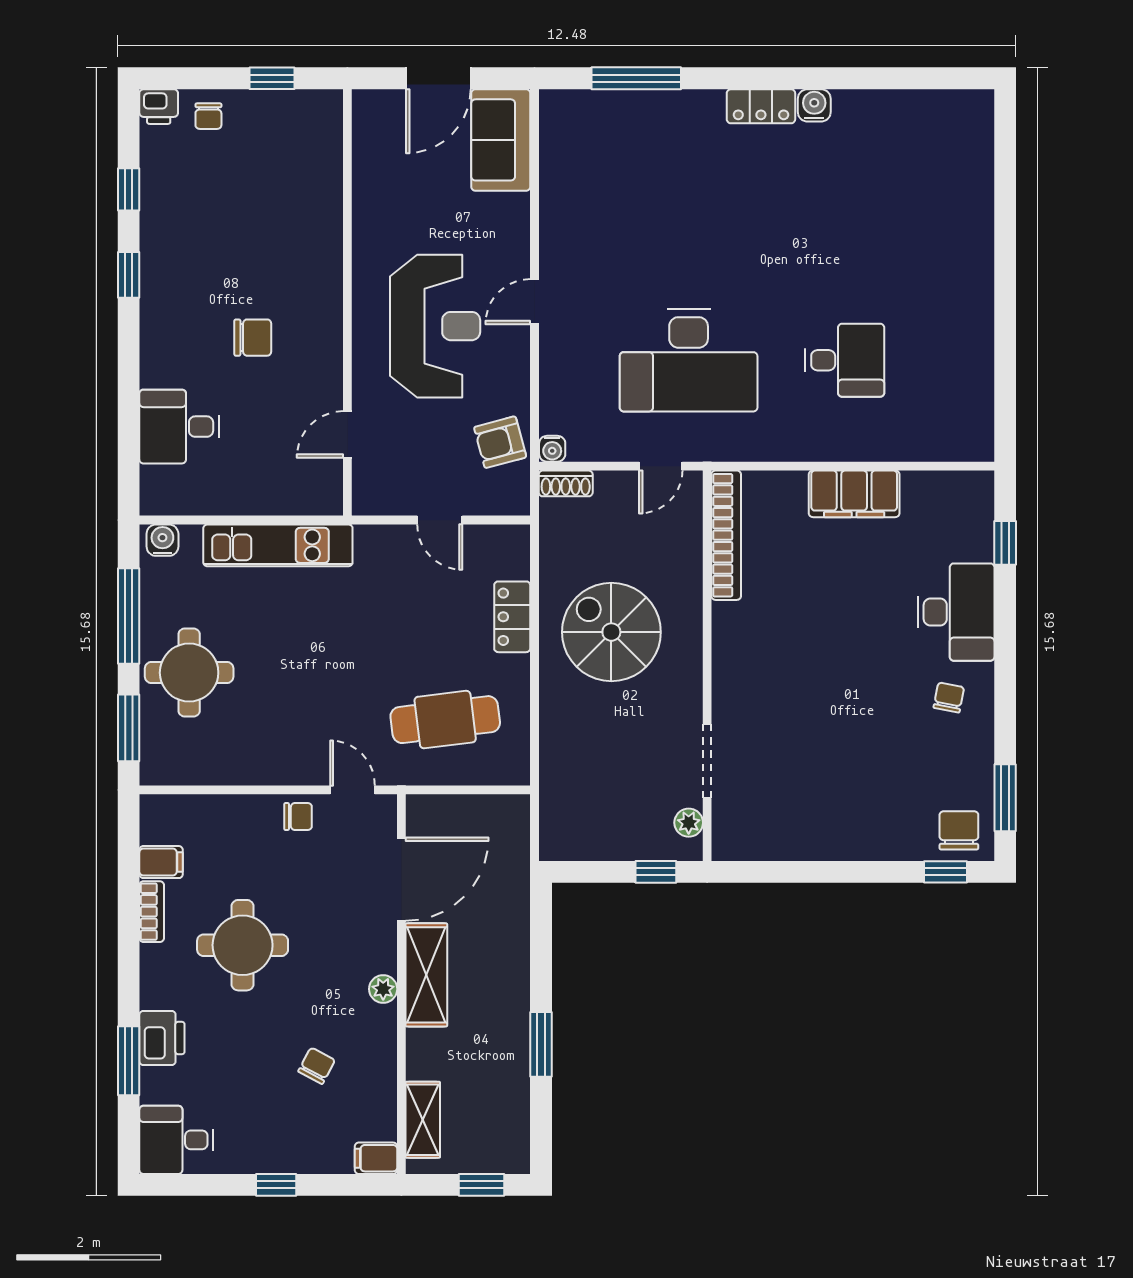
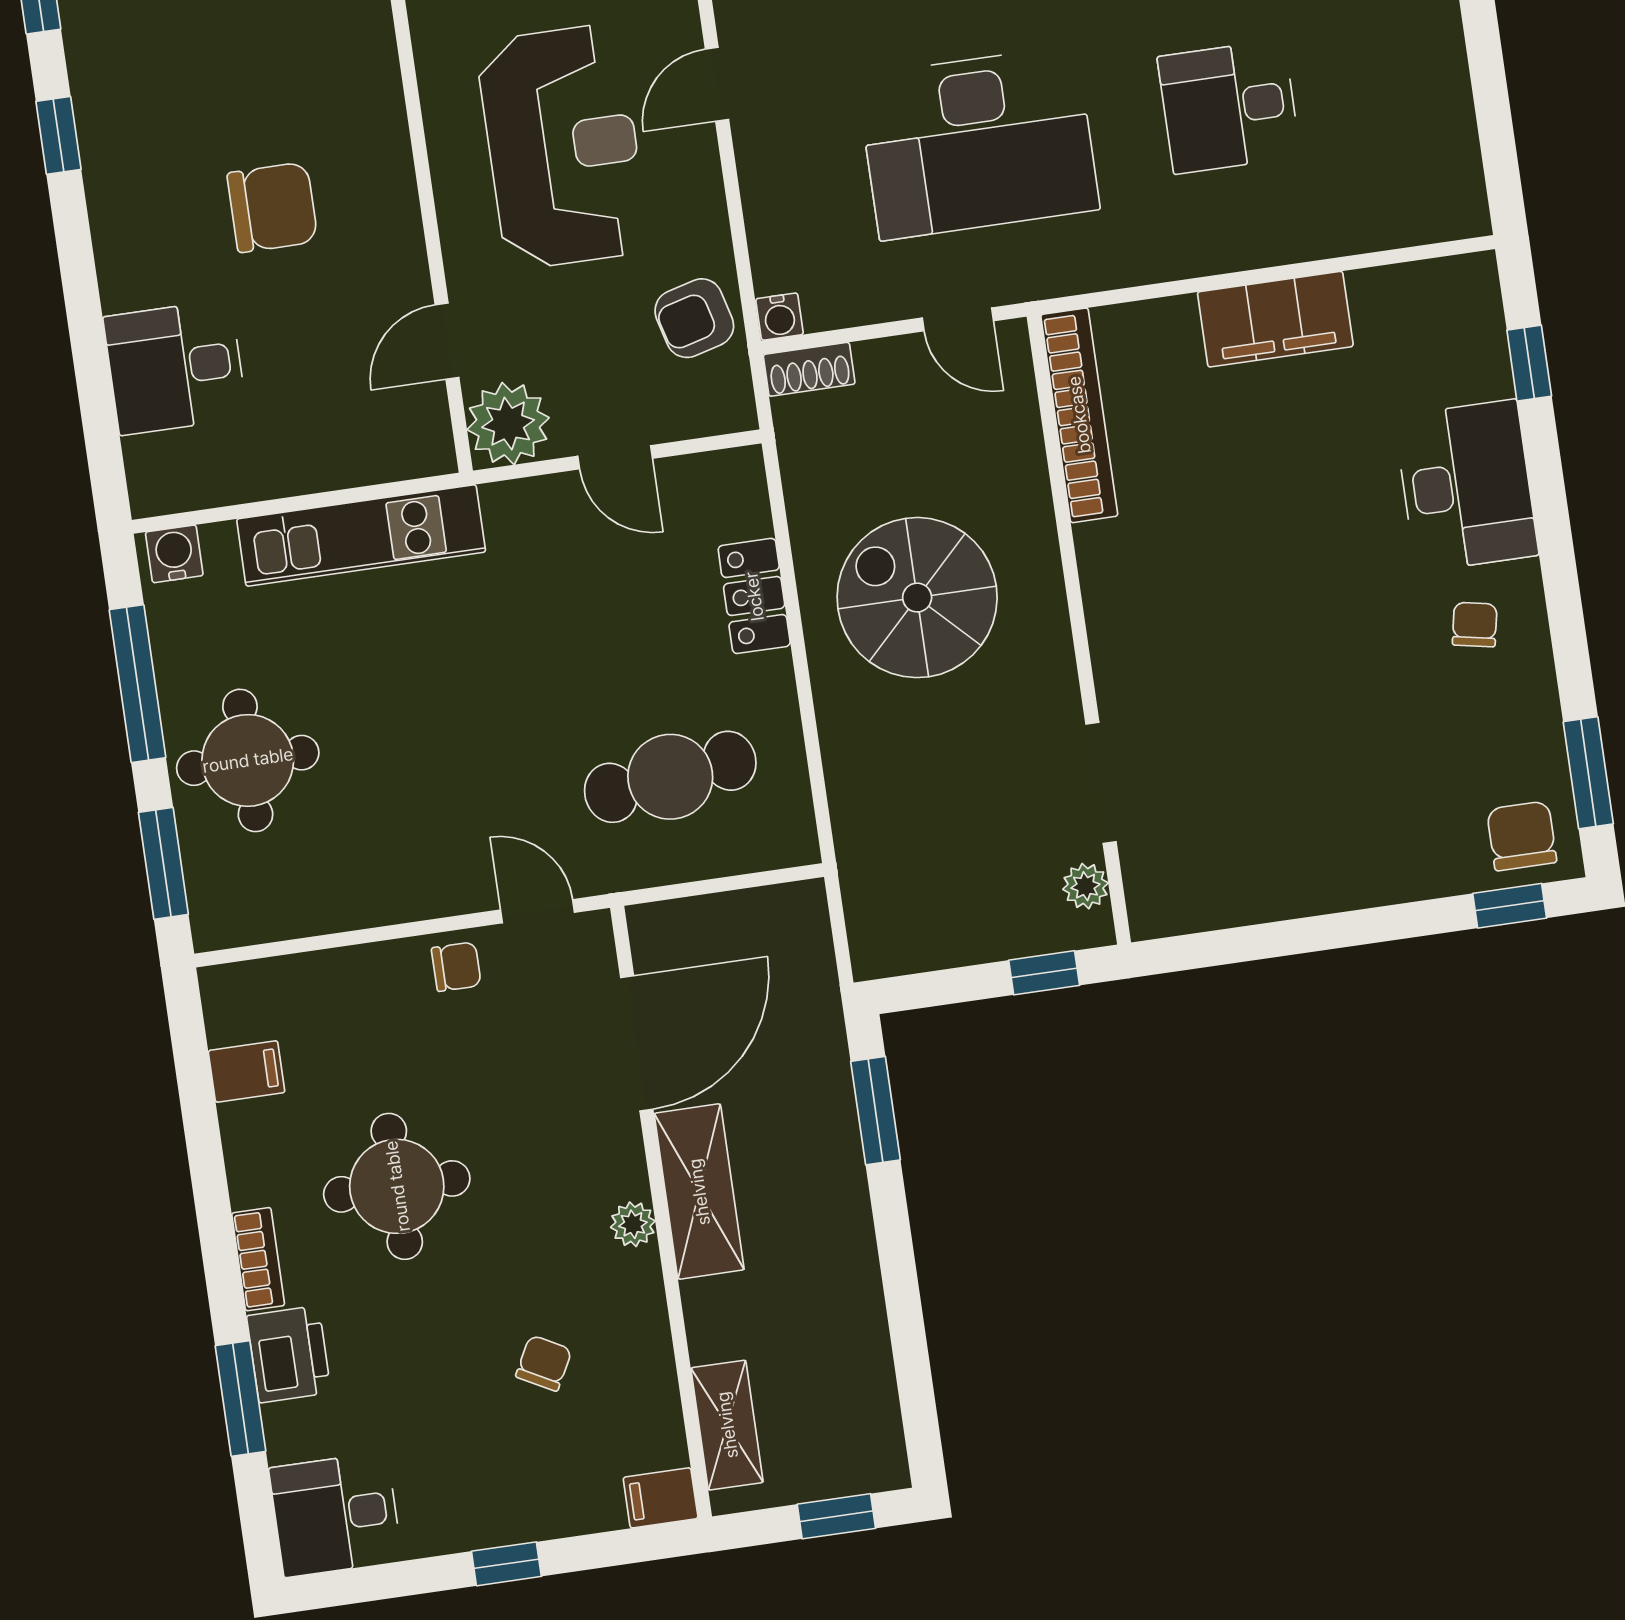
chair: (253, 338) -> (272, 207), width x1.37, depth x1.37
desk: (845, 360) -> (1229, 107), turned 180
door: (661, 466) -> (958, 319), hinge flipped
plant: (377, 490) -> (508, 424), added
bookcase: (152, 912) -> (258, 1259), moved
window: (541, 1044) -> (875, 1111), moved

